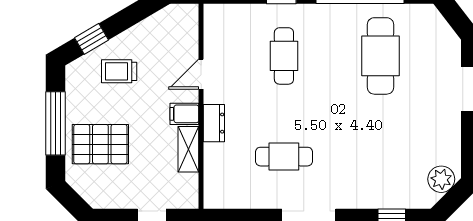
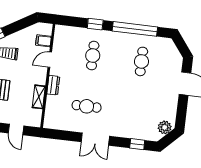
cafe table: (380, 56) -> (141, 61), width x0.73, depth x0.74
filing cabinet: (184, 114) -> (43, 41), moved

